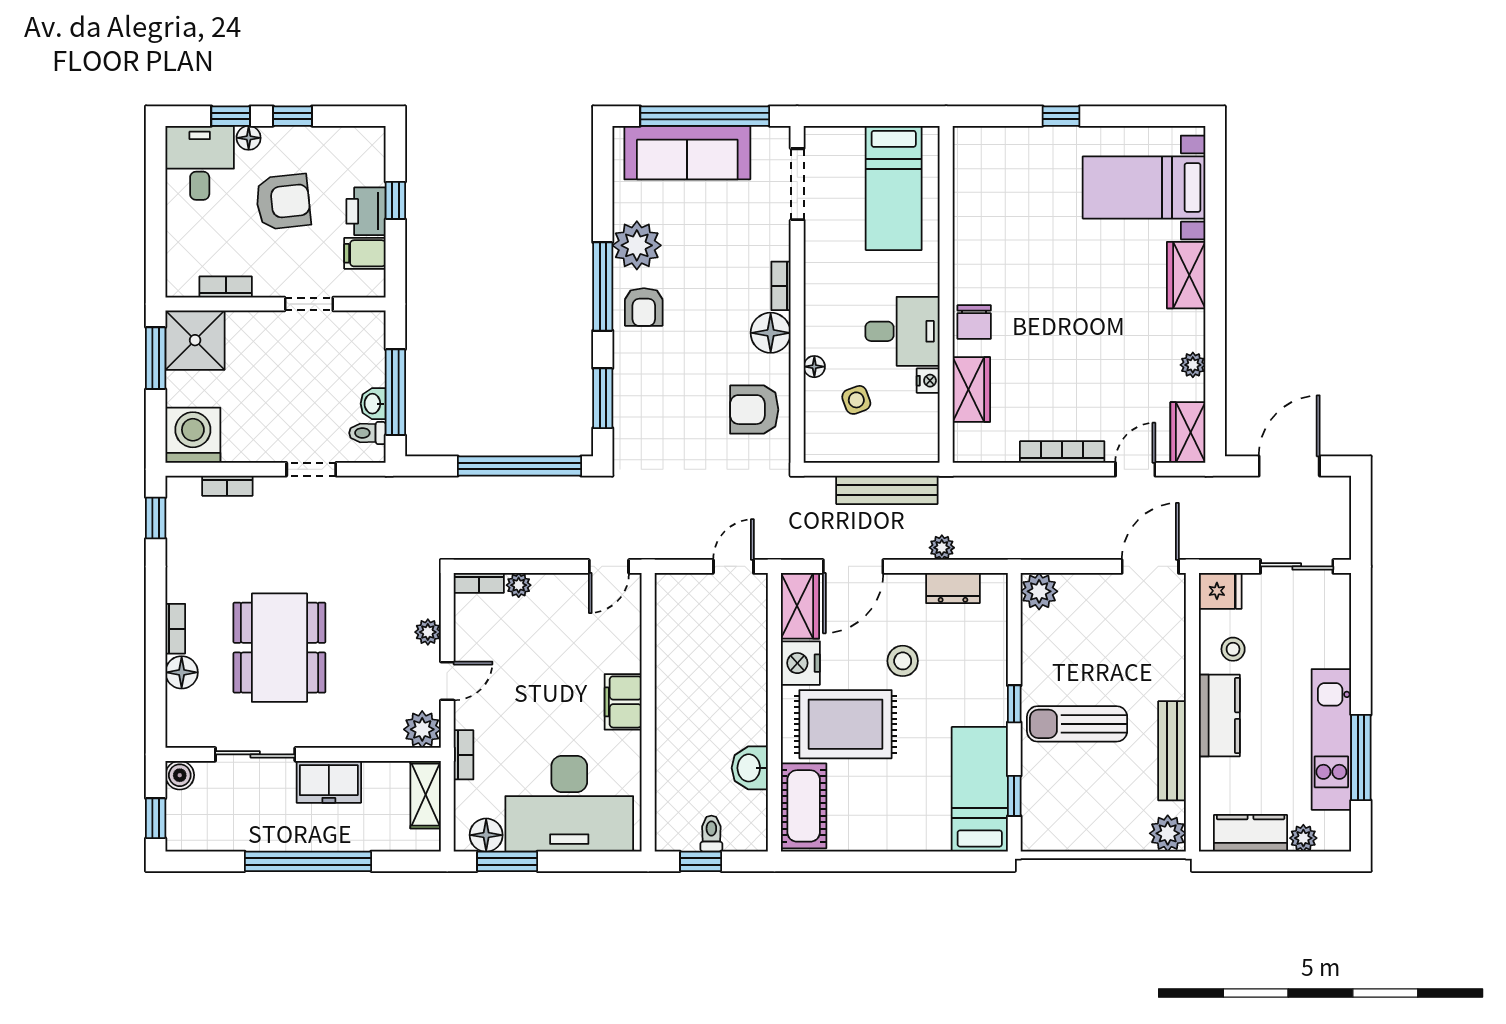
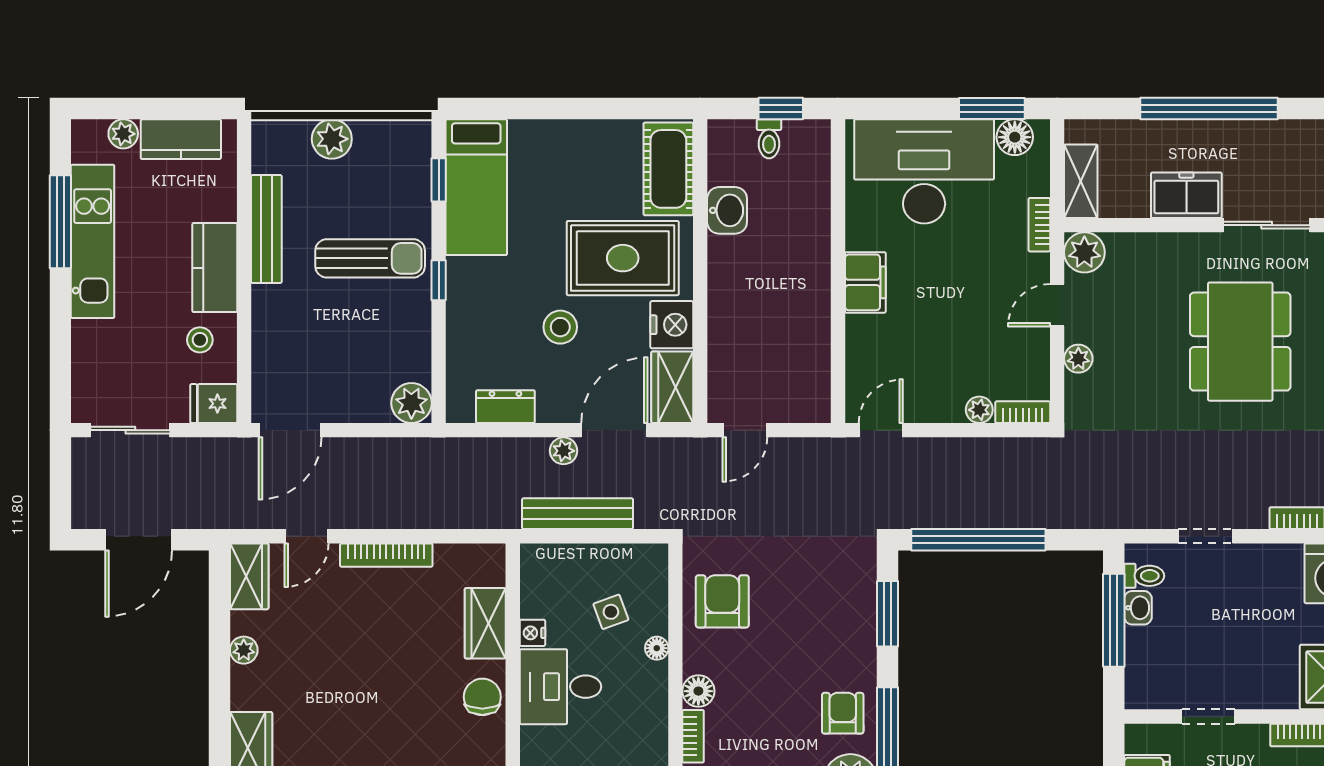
floor lamp: (771, 333) -> (698, 691), width x0.73, depth x0.73
armchair: (754, 410) -> (722, 601), turned -90
plant: (942, 548) -> (564, 451), moved
plant: (1168, 833) -> (332, 139), moved

